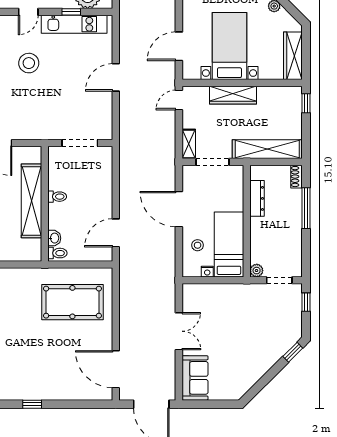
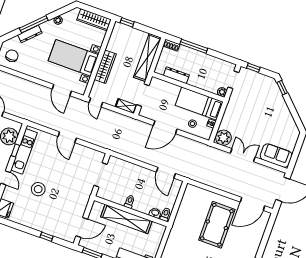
plant: (193, 296) -> (223, 138), added
pool table: (72, 302) -> (217, 225), moved

